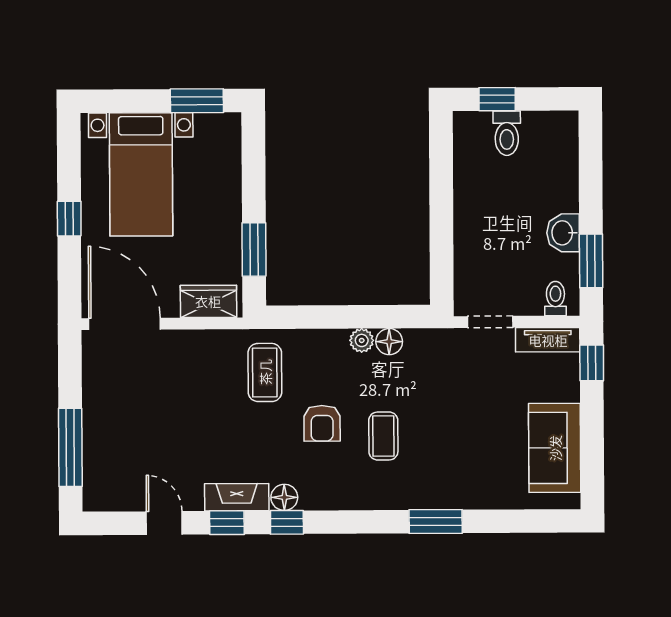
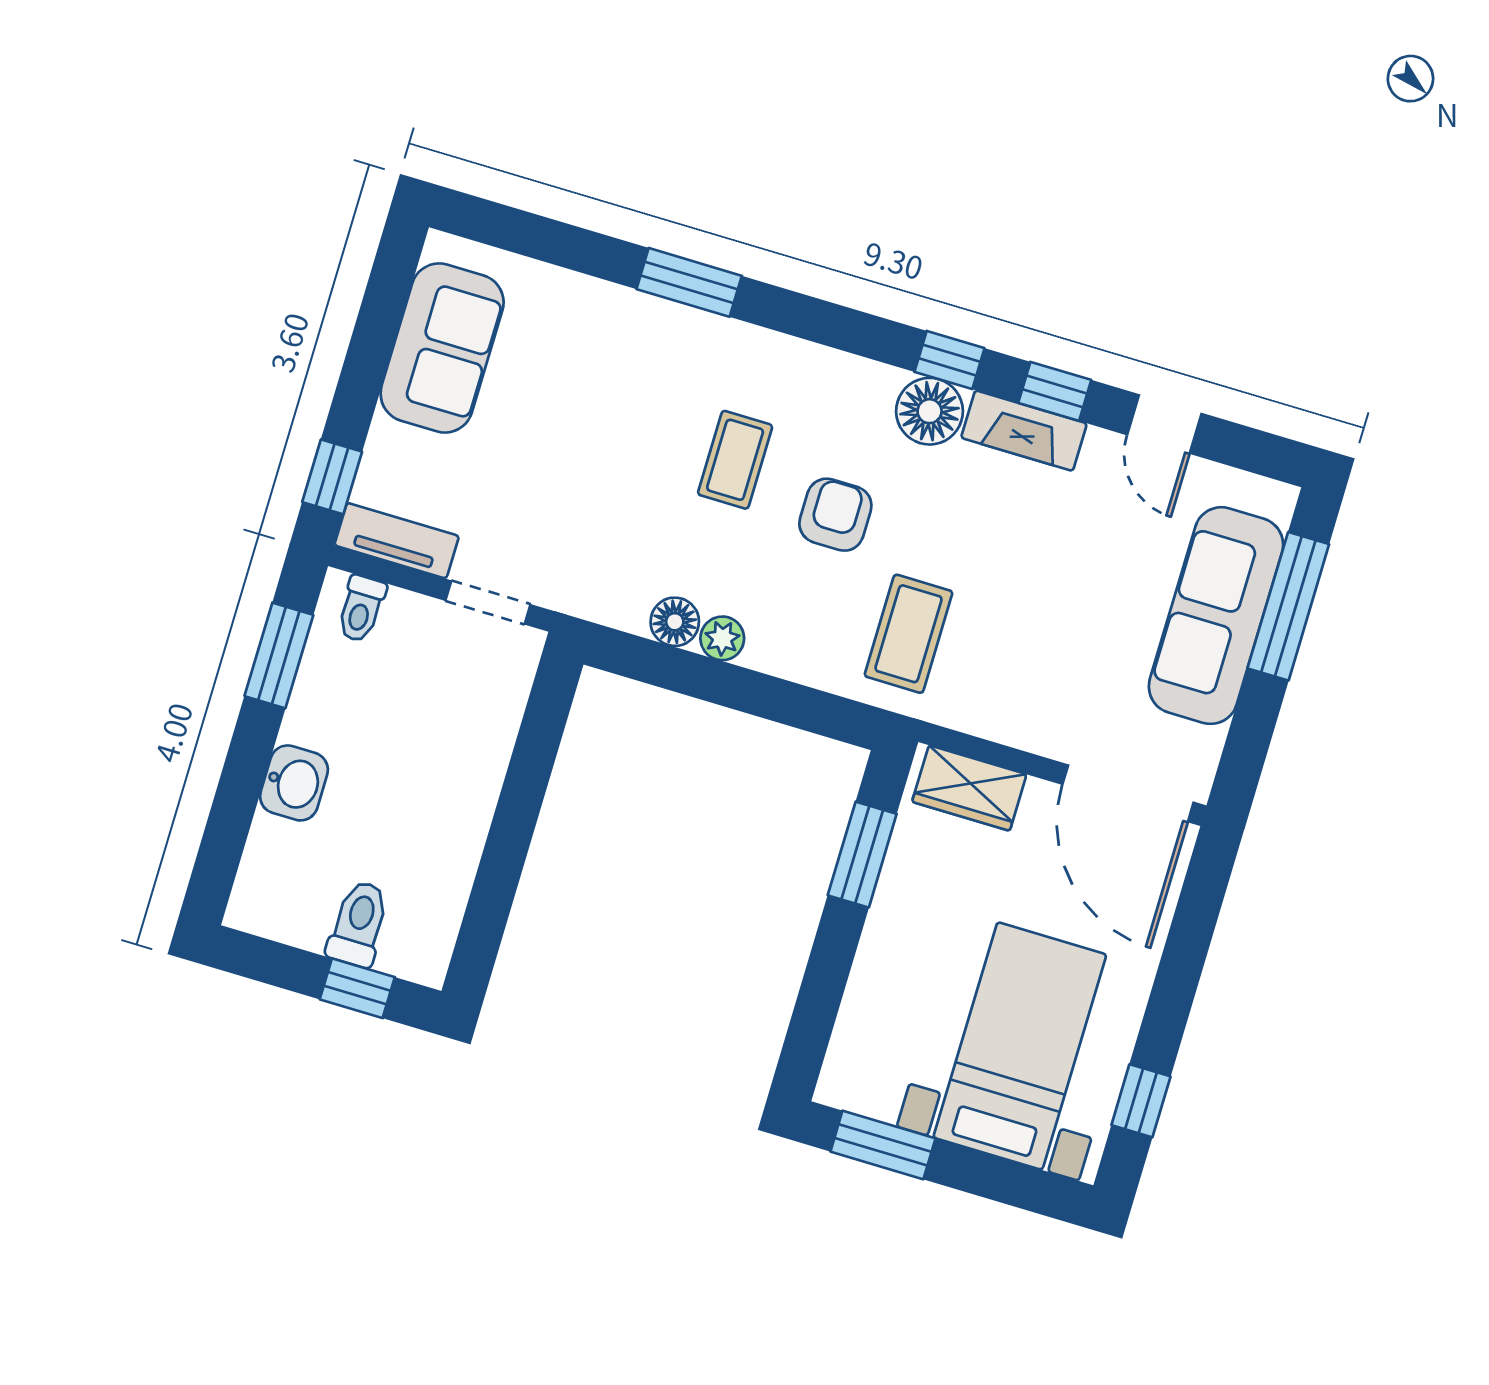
window: (69, 219) -> (1141, 1101), moved
washbasin: (563, 233) -> (294, 783), moved
sofa: (107, 431) -> (1216, 616), added
floor lamp: (284, 497) -> (930, 411), width x1.38, depth x1.38

